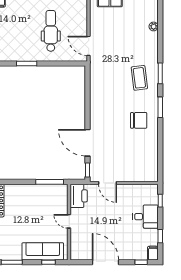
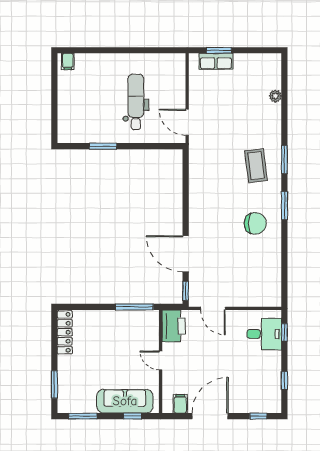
desk: (145, 217) -> (264, 334), moved
filing cabinet: (153, 253) -> (180, 404), moved
door: (105, 262) -> (210, 416), hinge flipped

